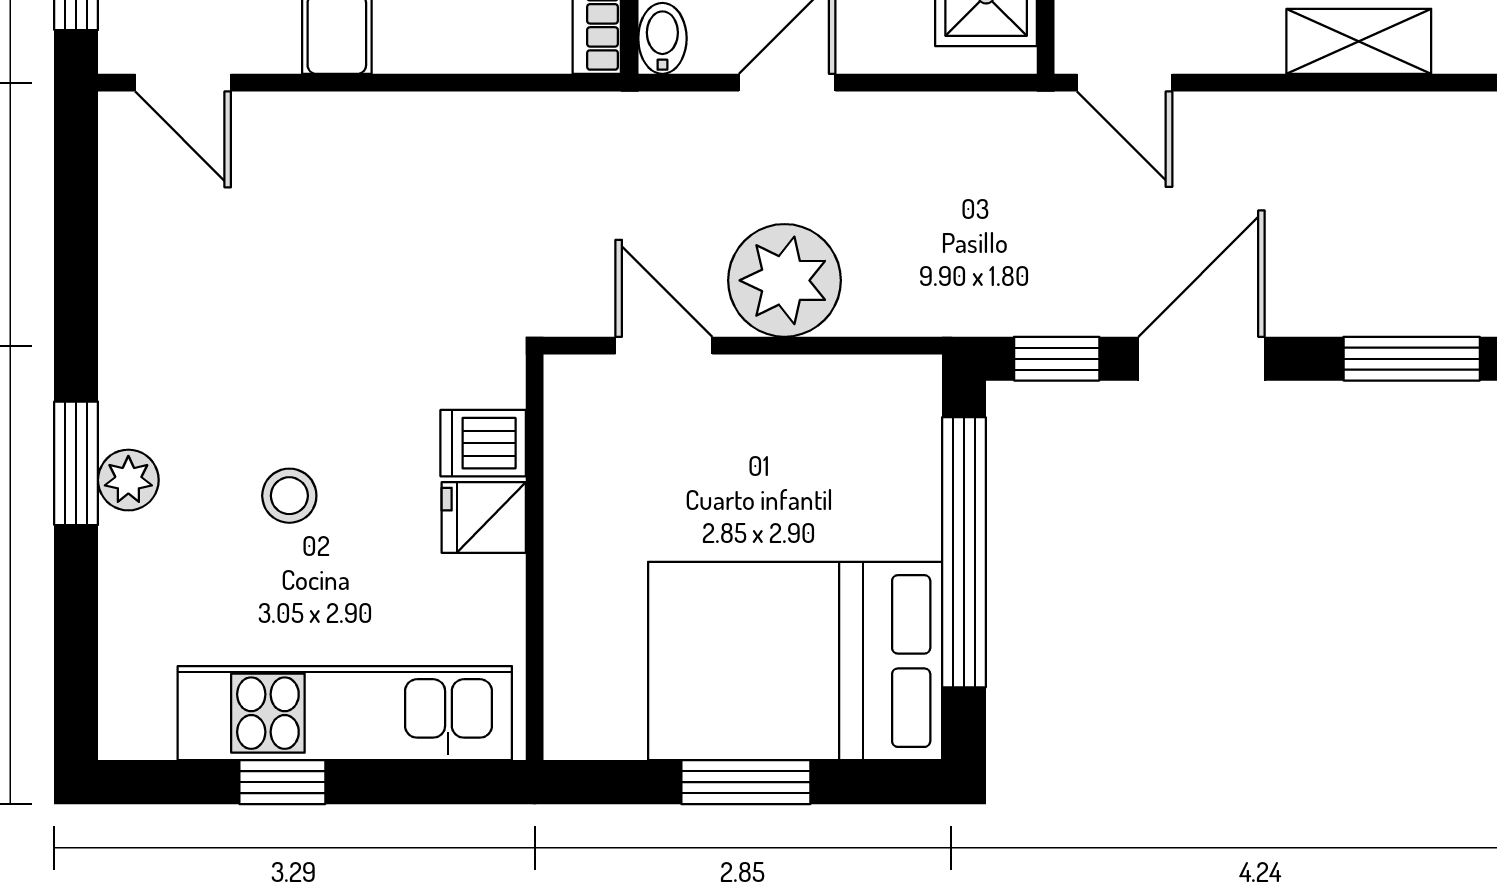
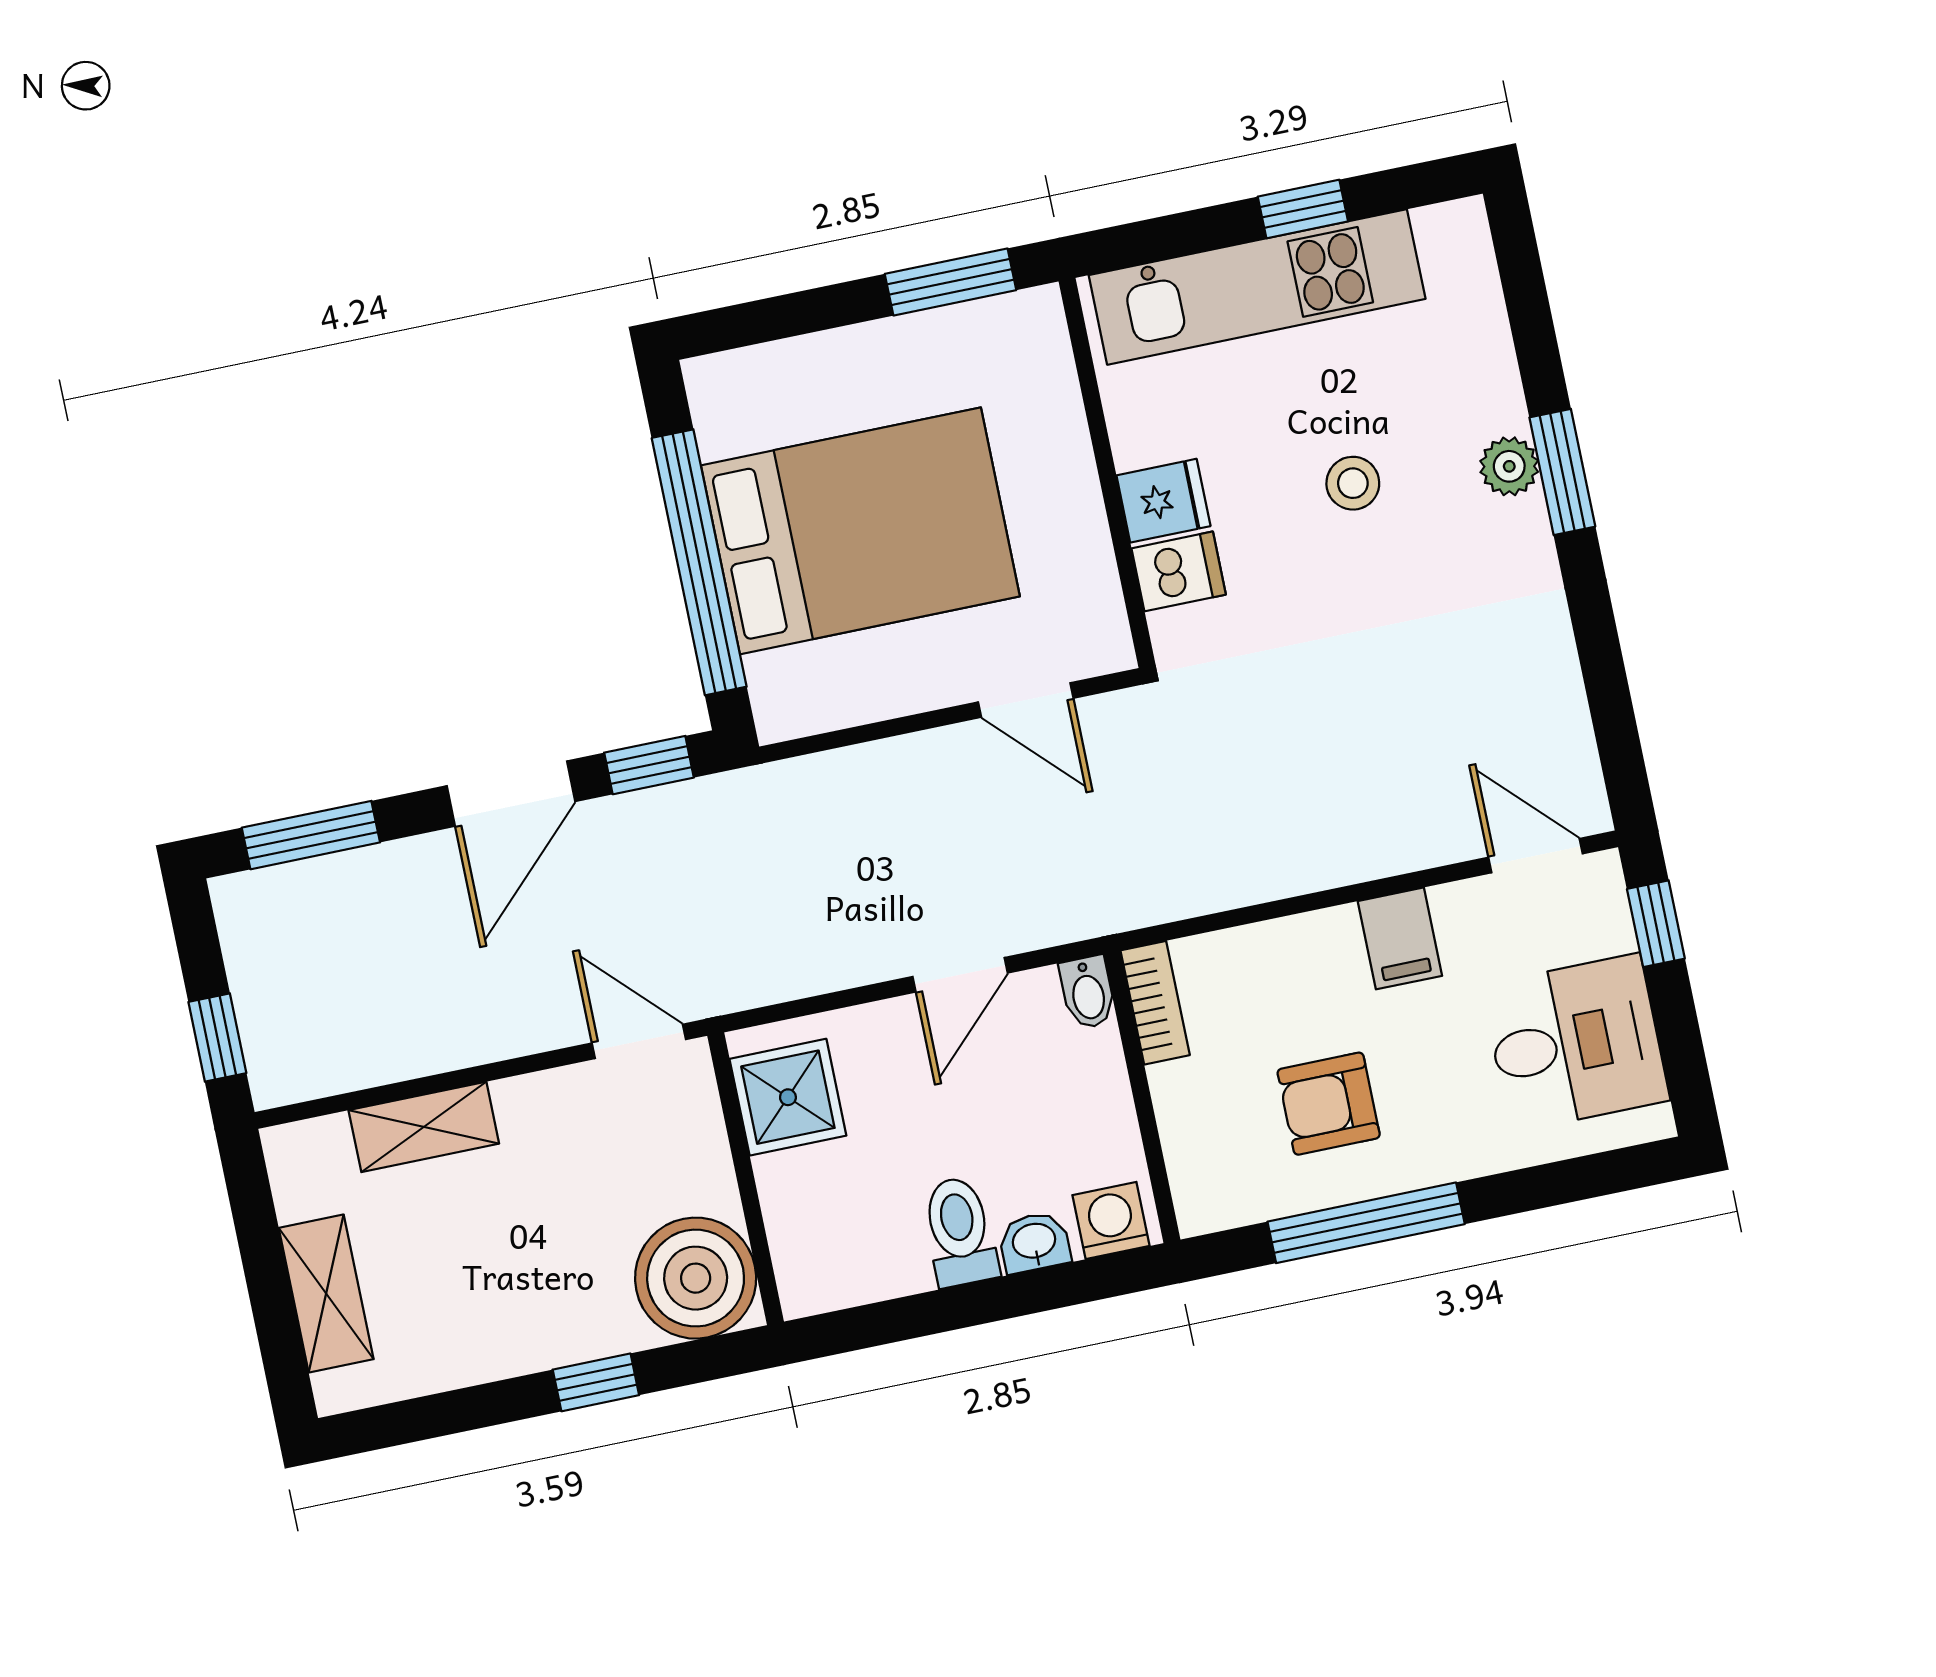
plant: (784, 280) -> (924, 786), removed
bed: (795, 661) -> (860, 531), moved
window: (746, 782) -> (951, 282), moved

